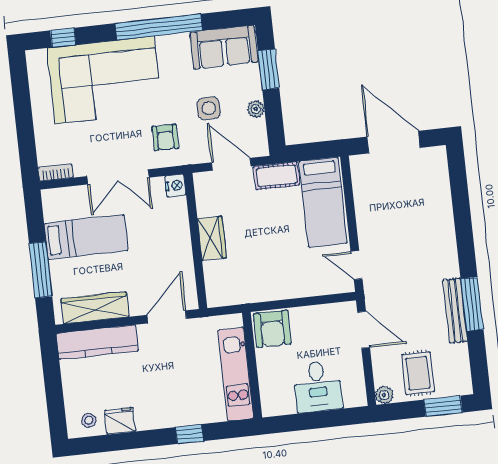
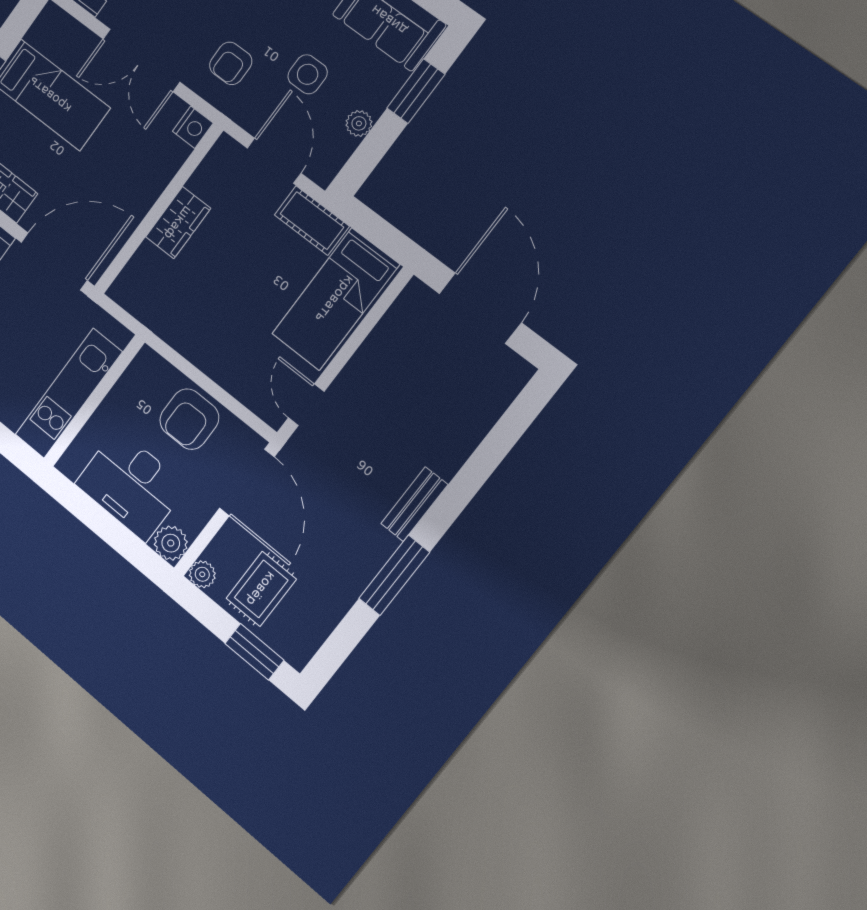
bench: (455, 311) -> (414, 504), moved, width x0.73
door: (167, 317) -> (54, 261), width x1.36
armchair: (272, 329) -> (189, 419), moved
door: (364, 330) -> (247, 483), width x1.36
desk: (318, 387) -> (131, 485), width x1.37
plant: (355, 396) -> (171, 543), added

